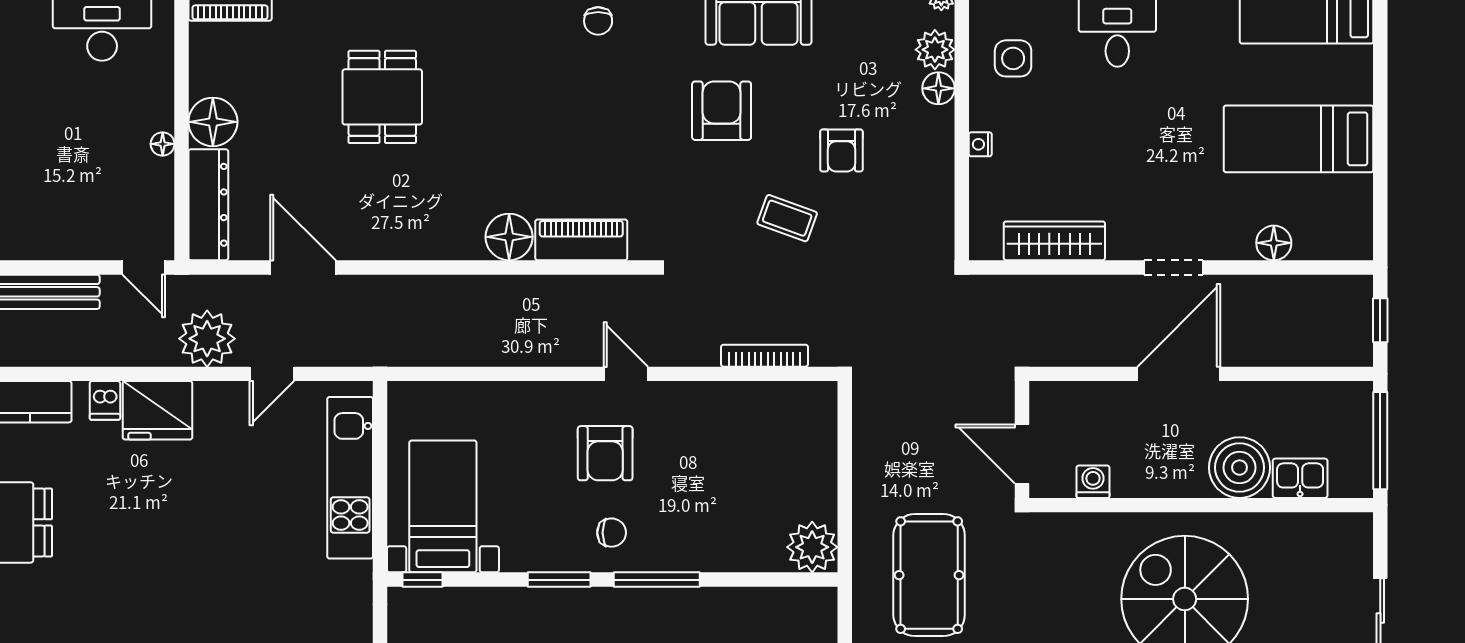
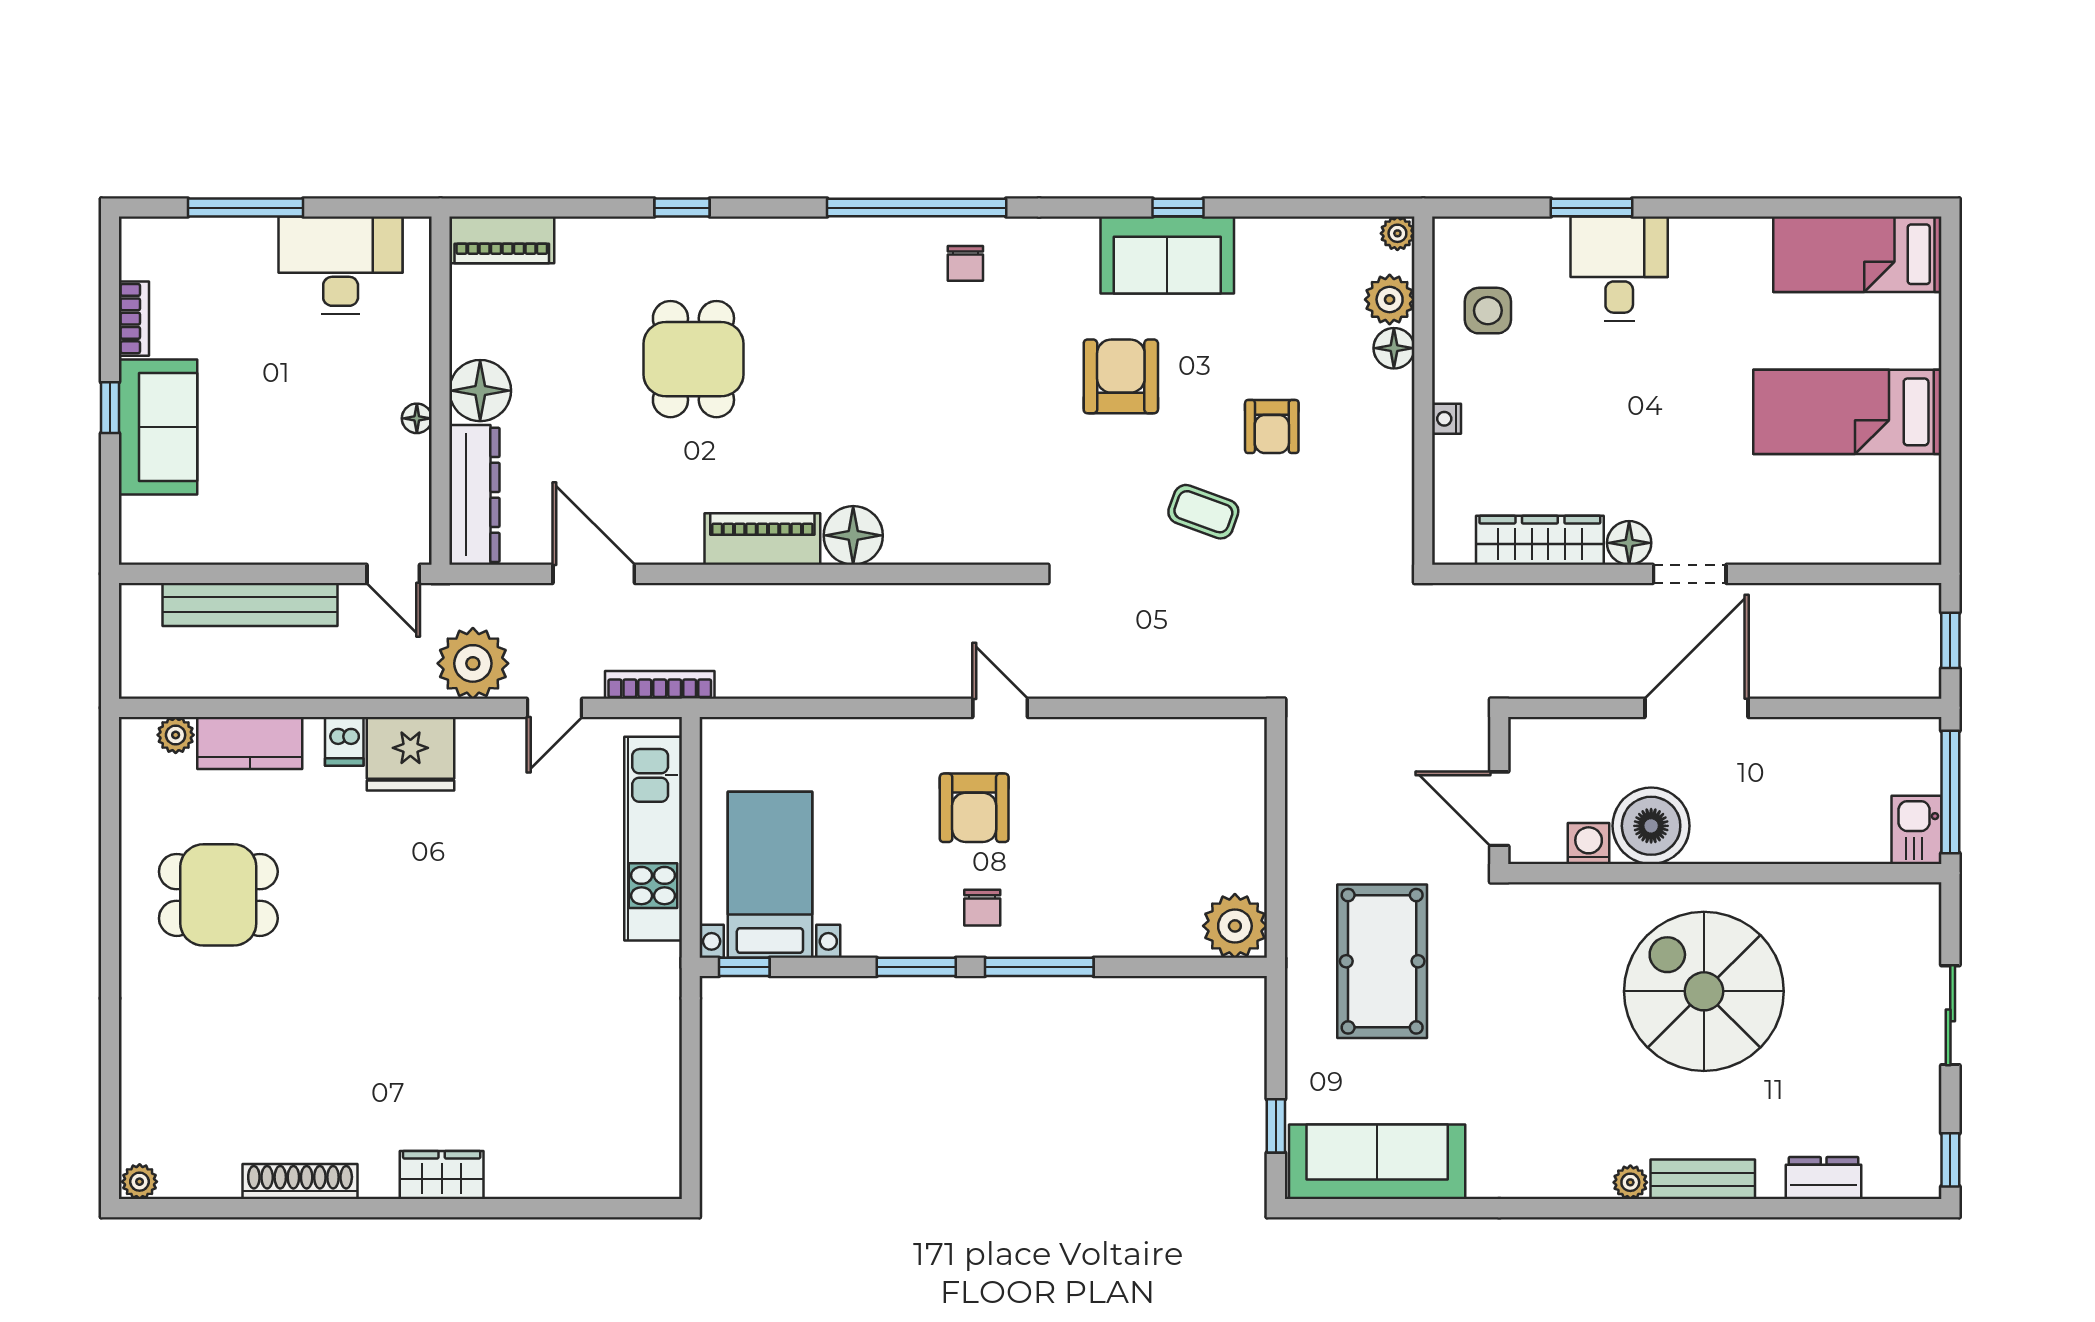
piano: (581, 240) -> (762, 539), moved
floor lamp: (1274, 243) -> (1629, 543), moved
bookcase: (765, 356) -> (660, 685), moved
boiler: (1240, 468) -> (1651, 826), moved
kitchen sink: (1300, 478) -> (1917, 830), moved, turned -90
chair: (612, 533) -> (982, 908), turned 90

